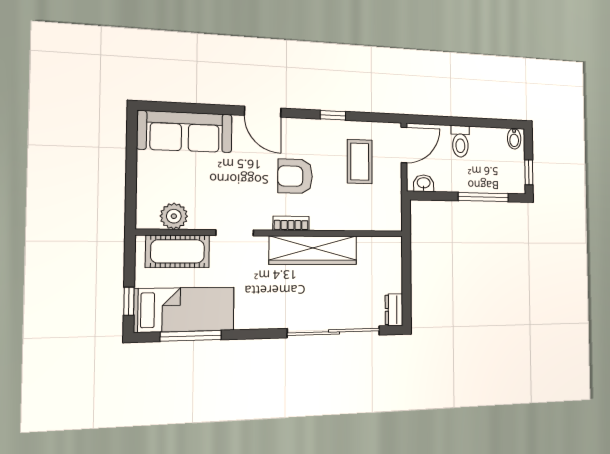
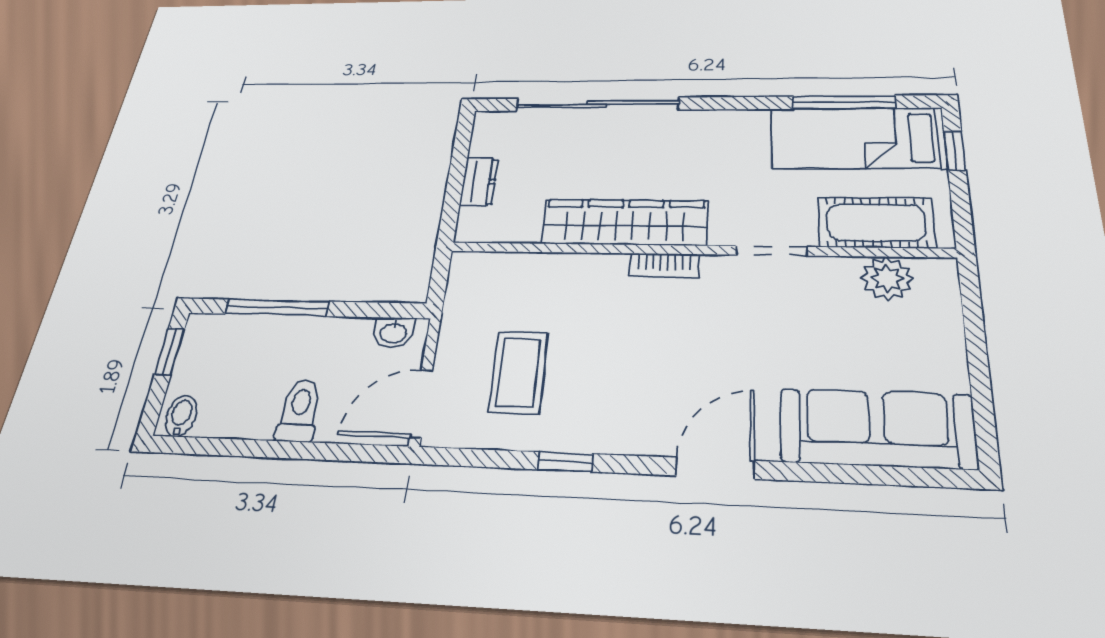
door: (263, 112) -> (715, 468), hinge flipped
armchair: (295, 176) -> (652, 346), removed
dresser: (394, 310) -> (479, 182), moved

